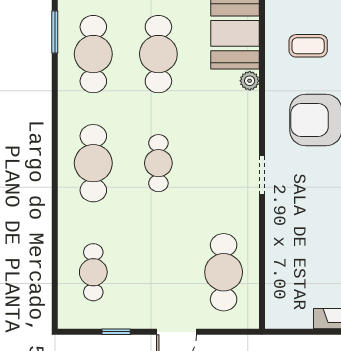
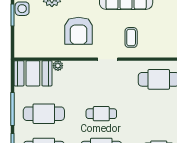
coffee table: (308, 46) -> (131, 37), moved

